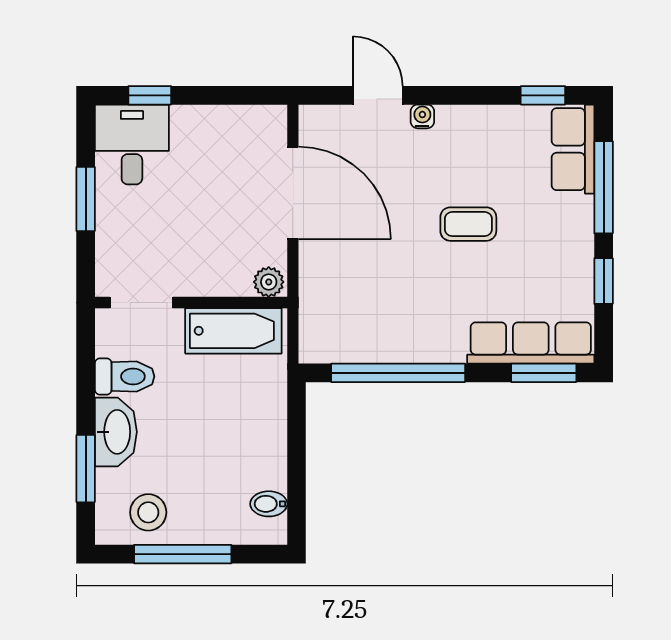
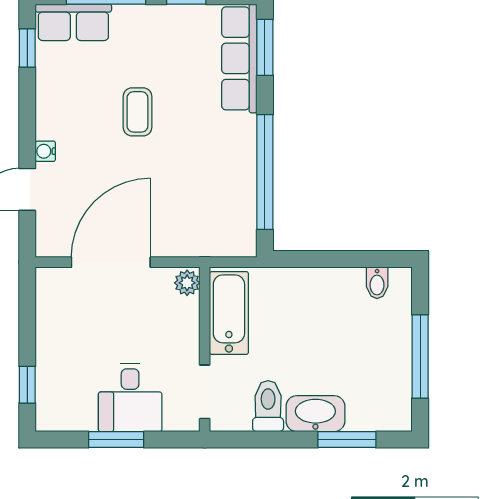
desk: (132, 144) -> (130, 397), moved, turned -90
stool: (148, 512) -> (384, 386), removed

